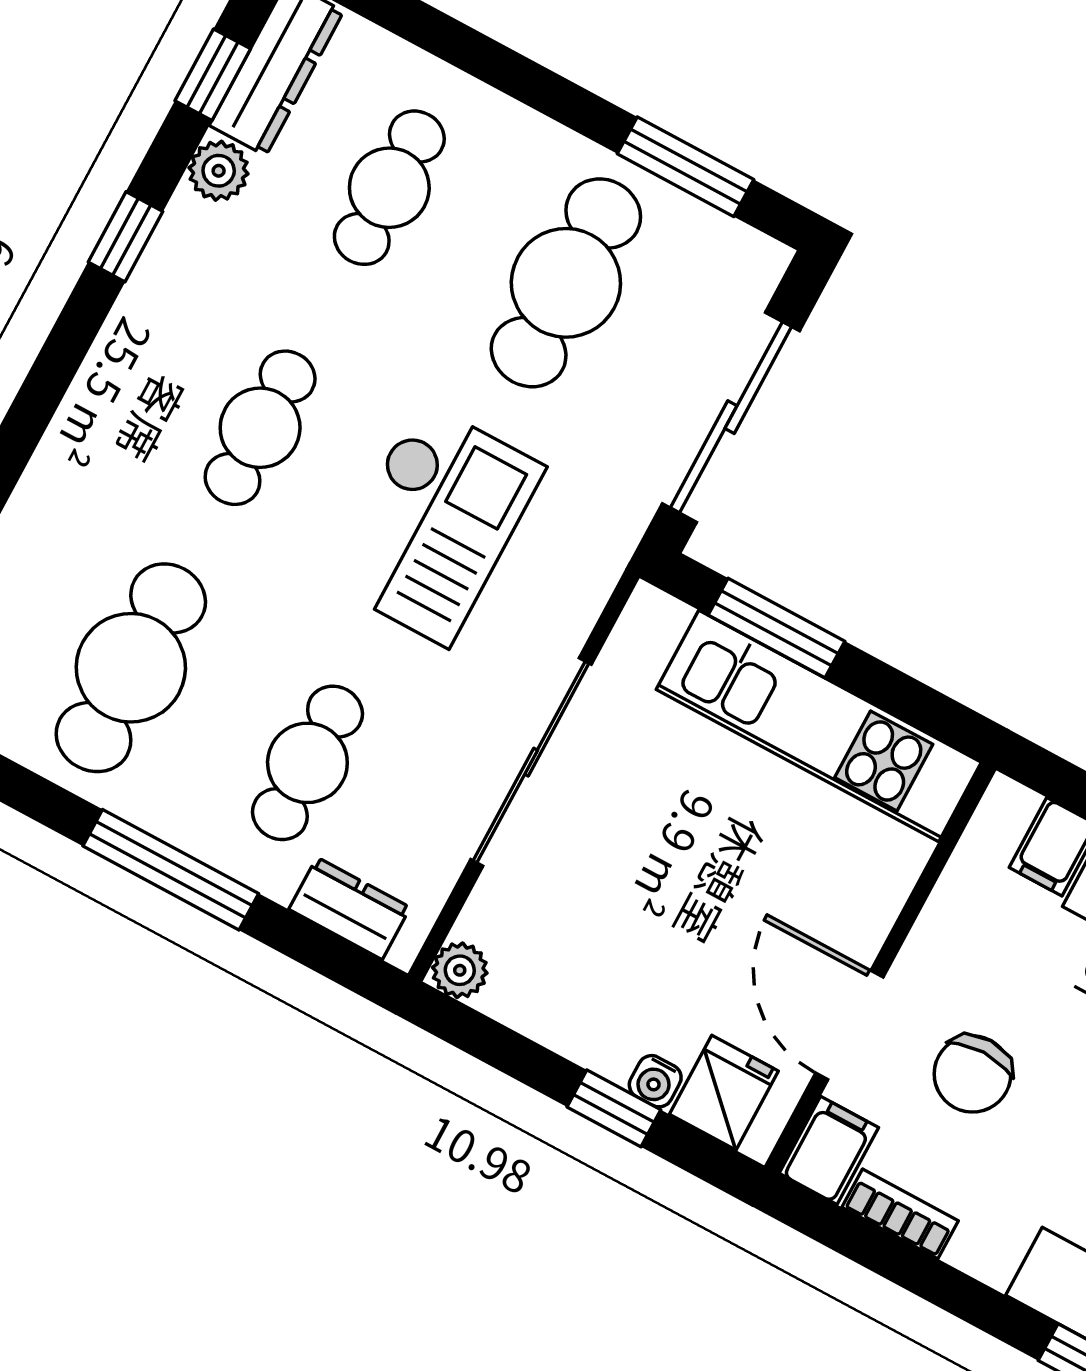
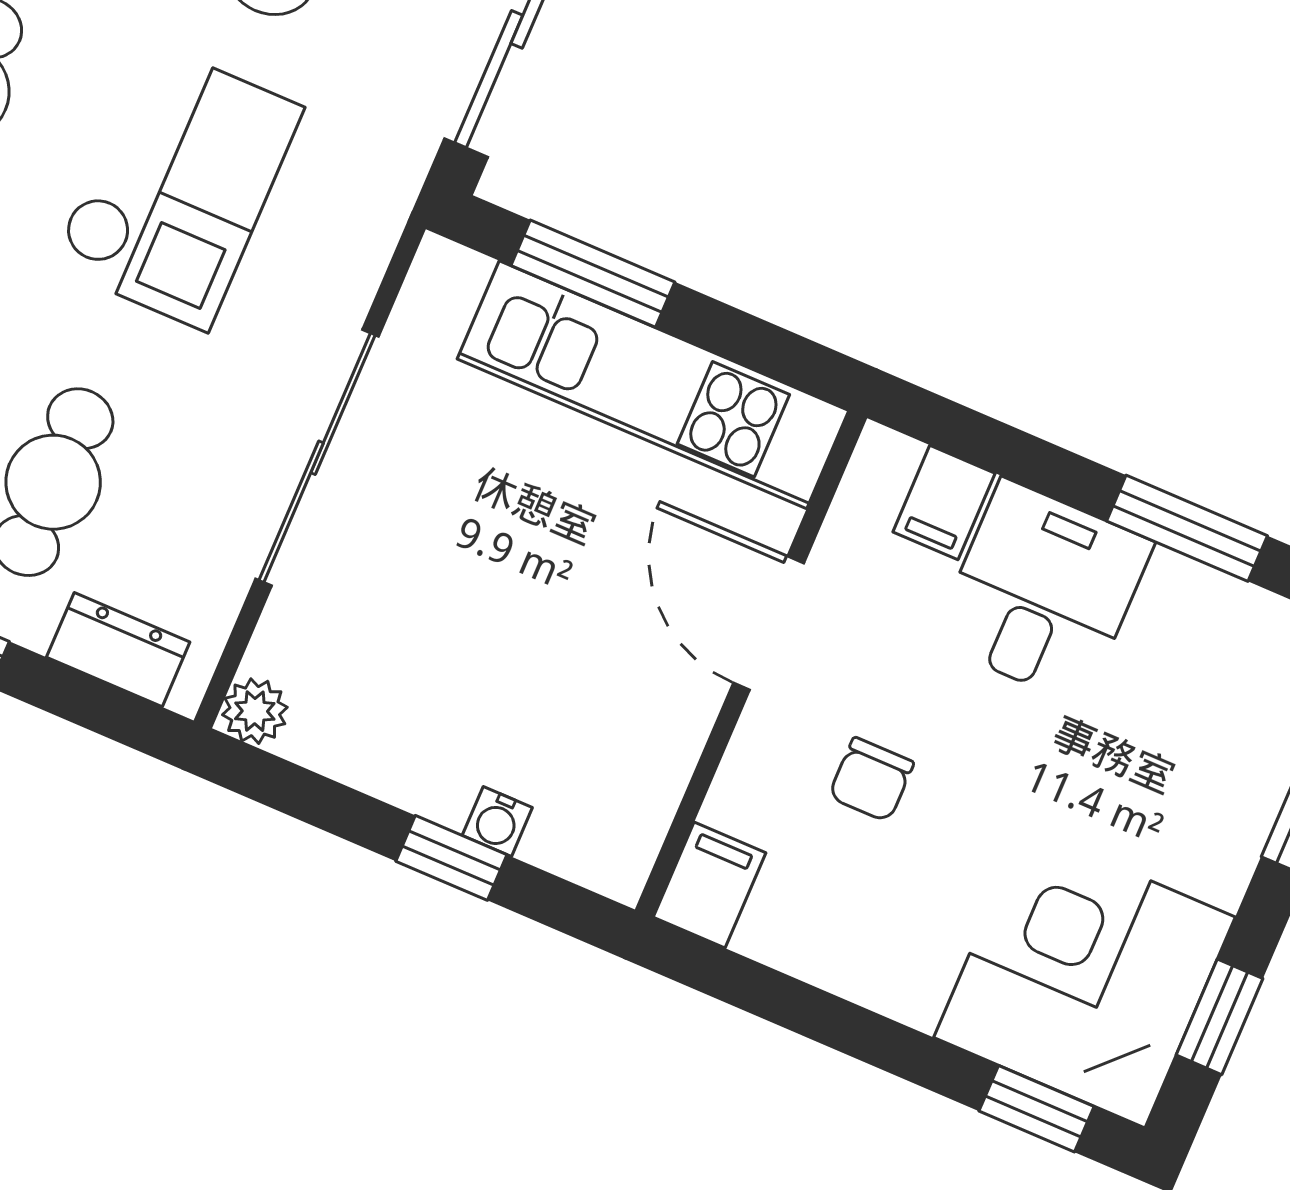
door: (849, 1025) -> (769, 623), moved
chair: (972, 1074) -> (871, 779), width x0.73, depth x0.73
fridge: (724, 1093) -> (580, 828), removed
bookcase: (900, 1214) -> (801, 952), removed

